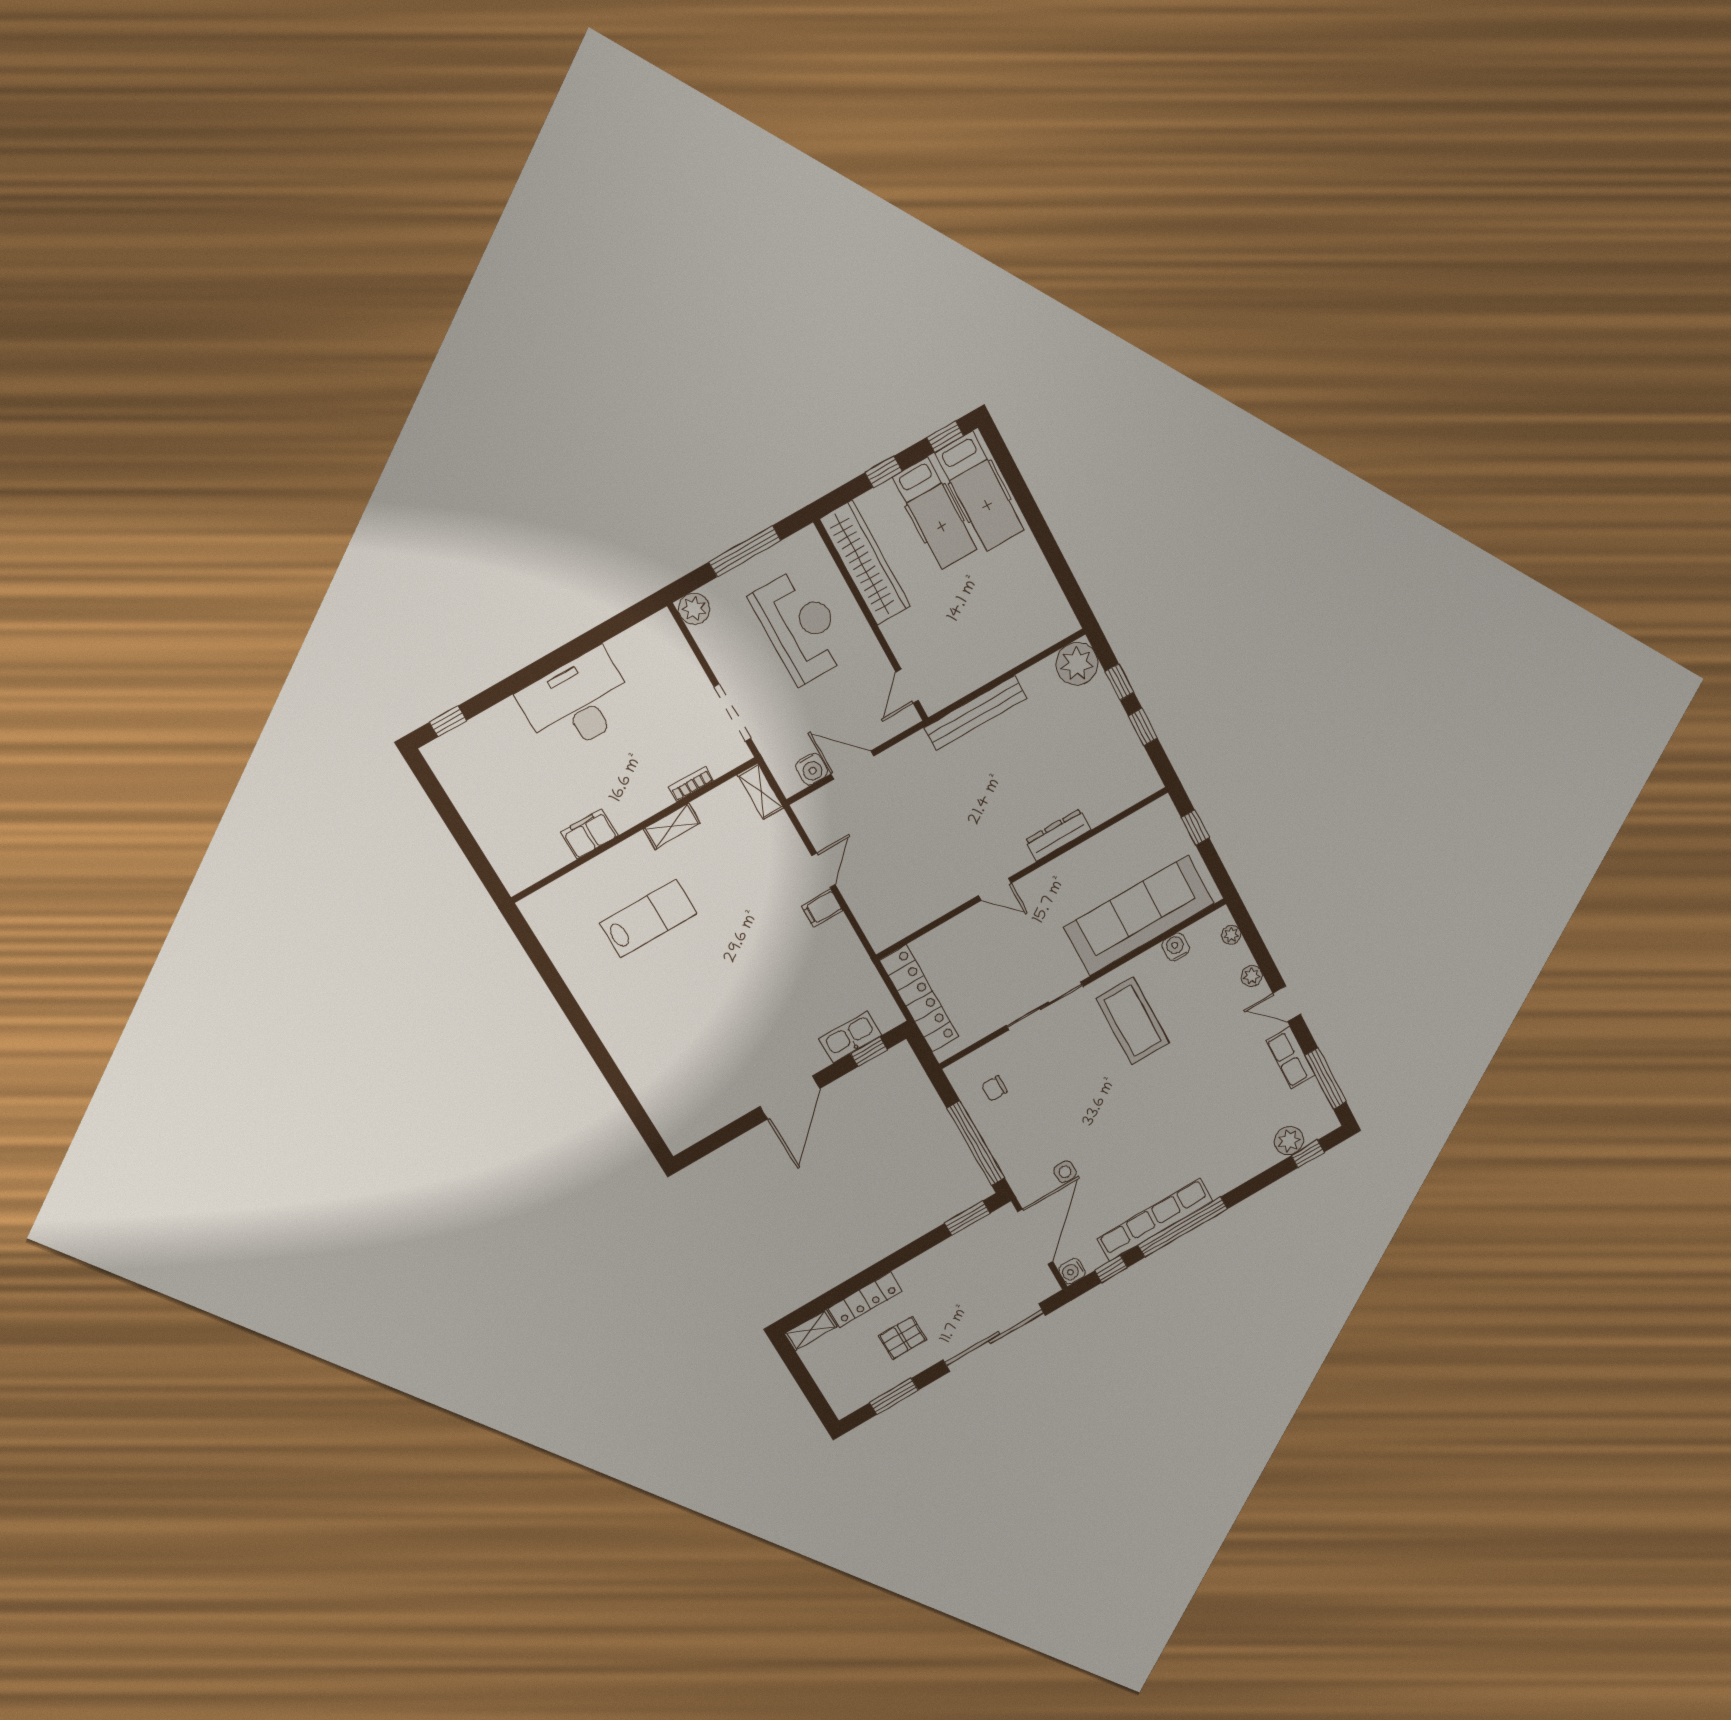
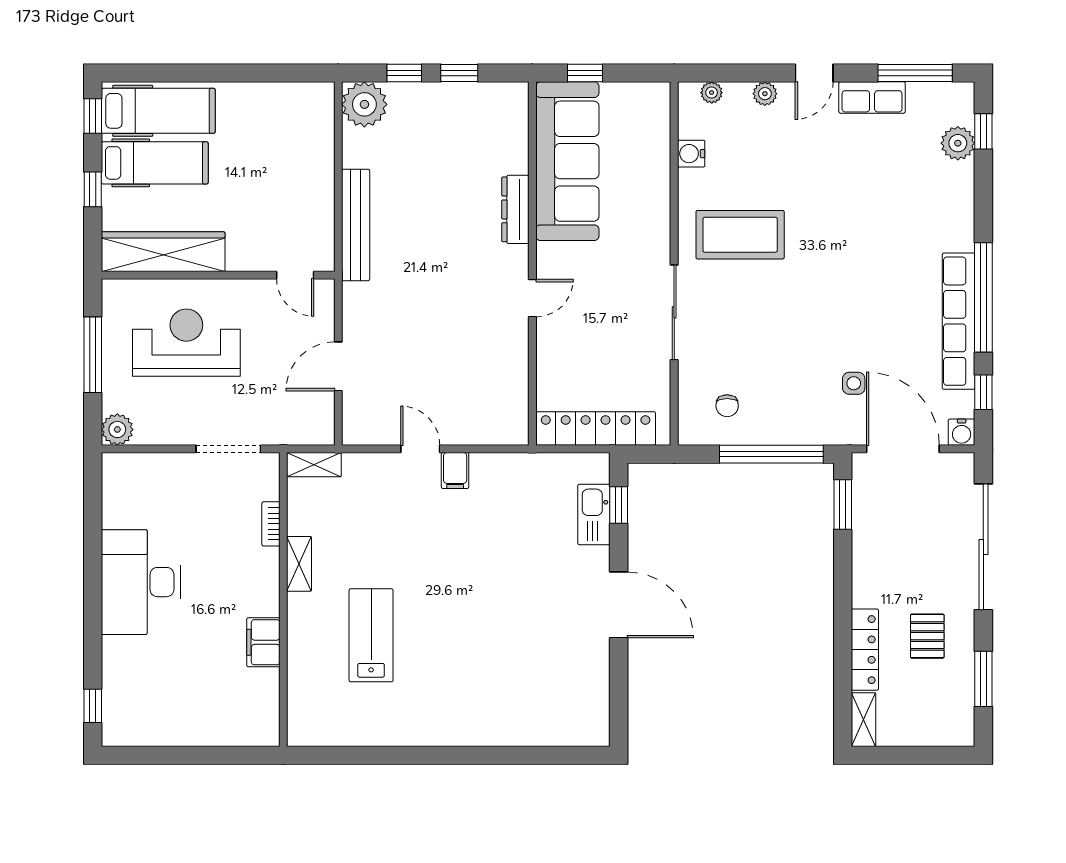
water cooler: (812, 769) -> (320, 406), removed
sofa: (1139, 915) -> (567, 161), moved, turned 180

